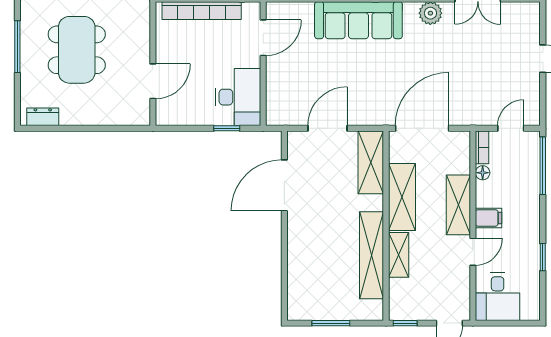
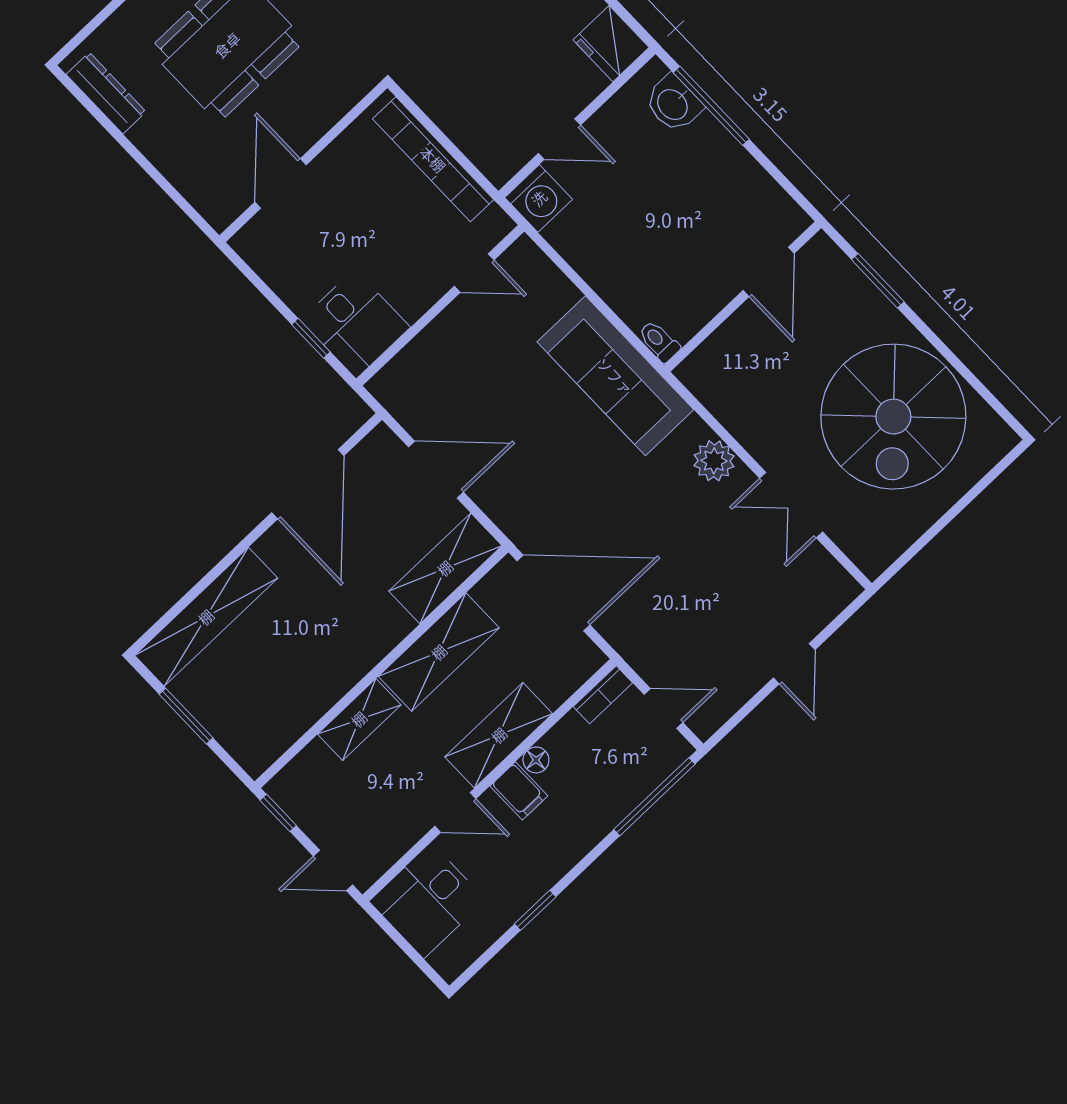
door: (263, 38) -> (474, 273), width x0.73
door: (153, 81) -> (281, 183), swing flipped
desk: (238, 97) -> (355, 324), width x0.73
dresser: (43, 117) -> (106, 93), width x1.44
floor lamp: (483, 173) -> (536, 760), moved
door: (284, 185) -> (308, 484), swing flipped
shelving: (372, 255) -> (206, 617), moved

